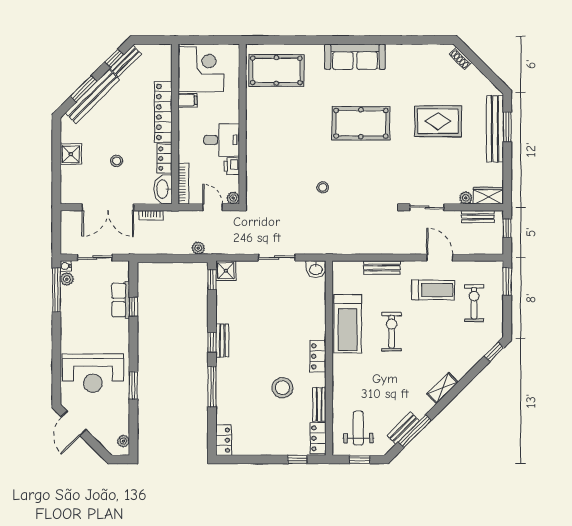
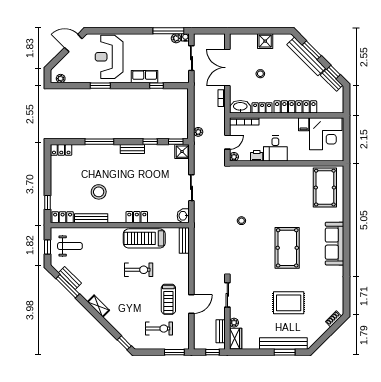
rug: (438, 121) -> (289, 303), turned 90
bench: (382, 268) -> (184, 241), moved
row of seats: (121, 300) -> (145, 77), moved
window: (212, 342) -> (150, 142), moved
locker: (318, 356) -> (137, 217), moved
bench: (319, 404) -> (91, 218), width x1.36

